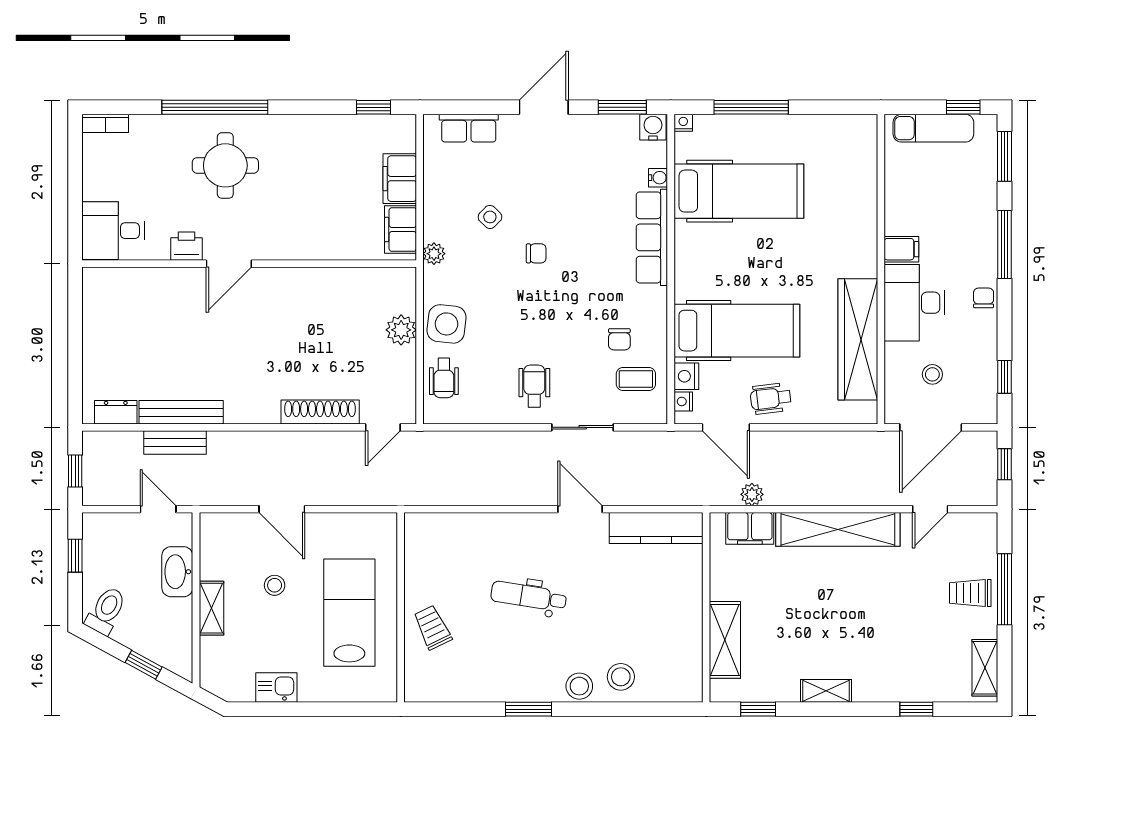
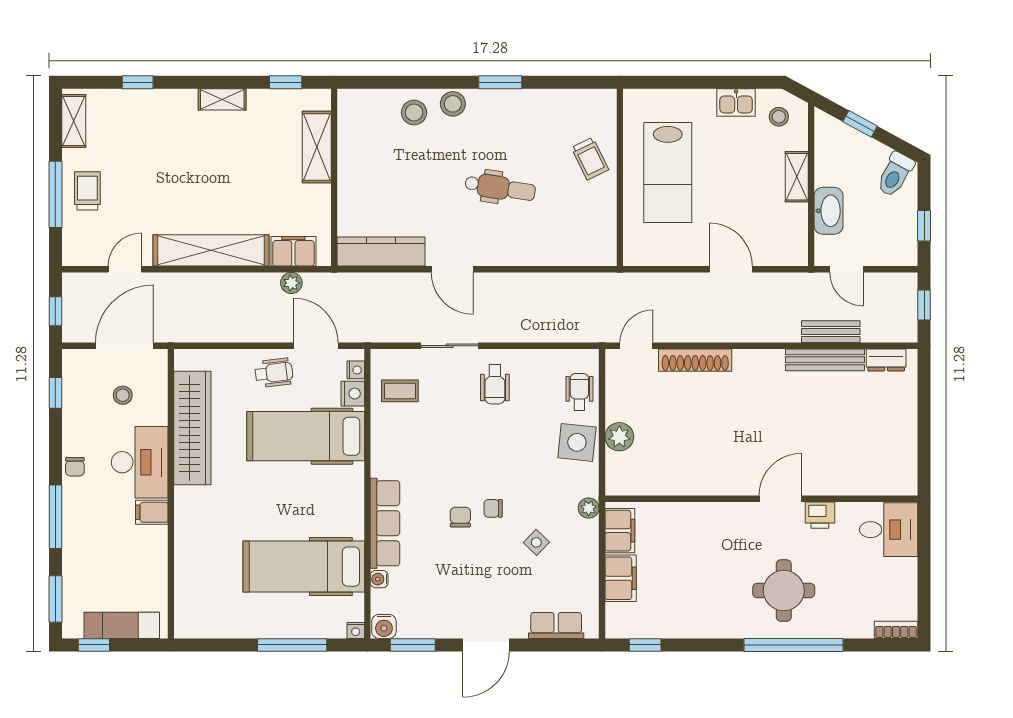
chair: (619, 339) -> (460, 517), moved
stool: (275, 585) -> (779, 117), moved
trolley: (970, 593) -> (87, 191), turned -90

